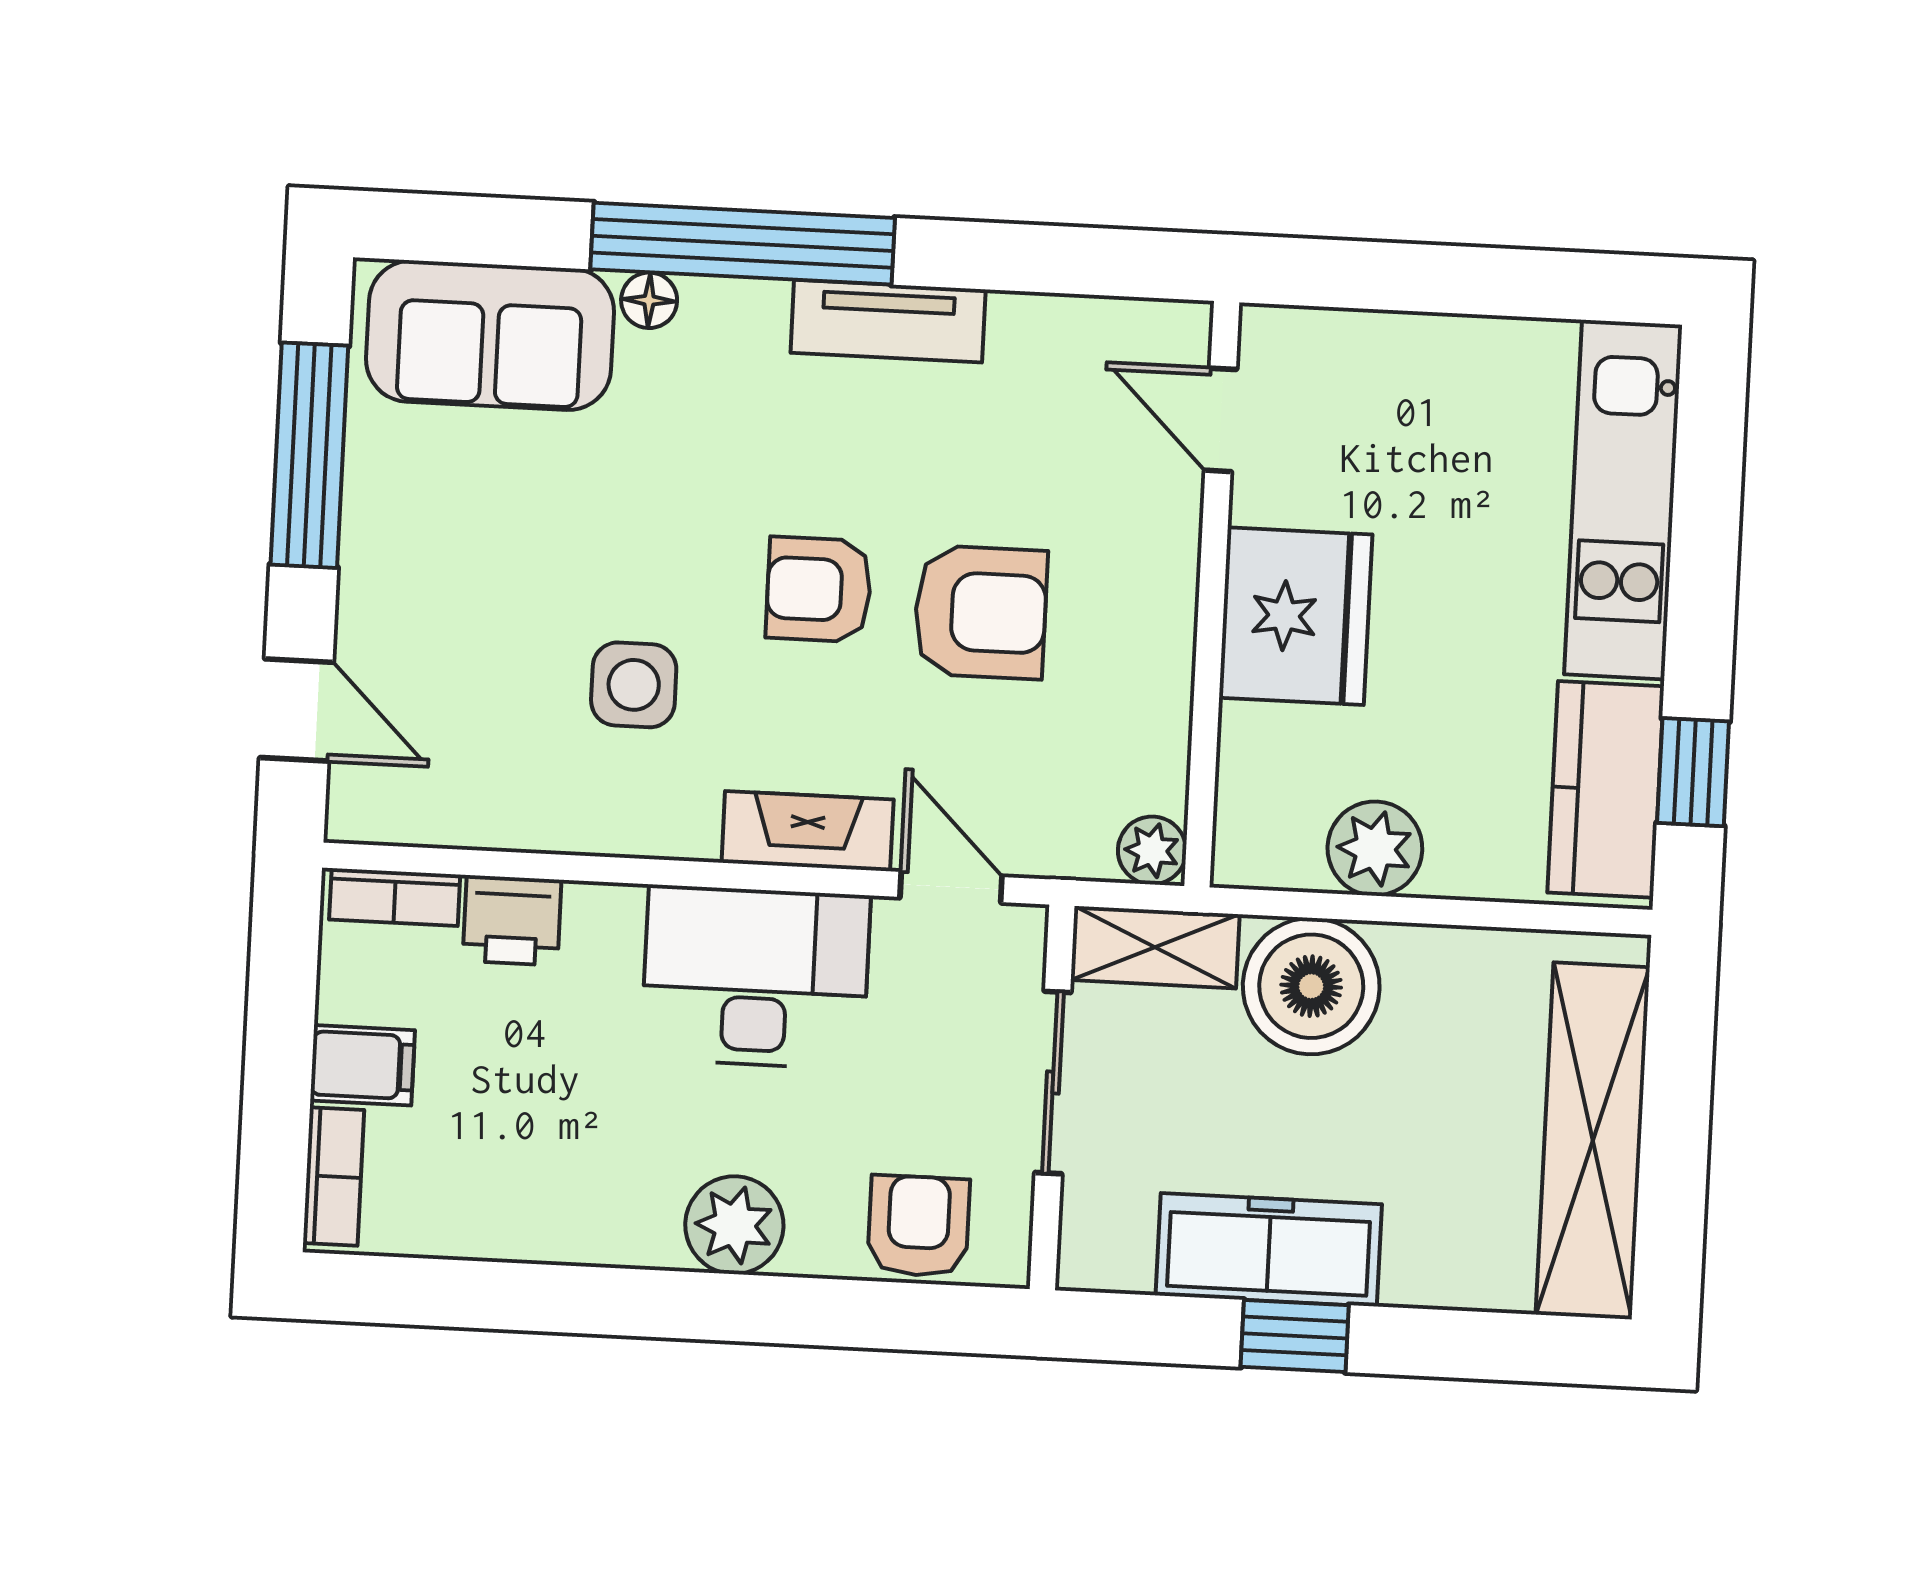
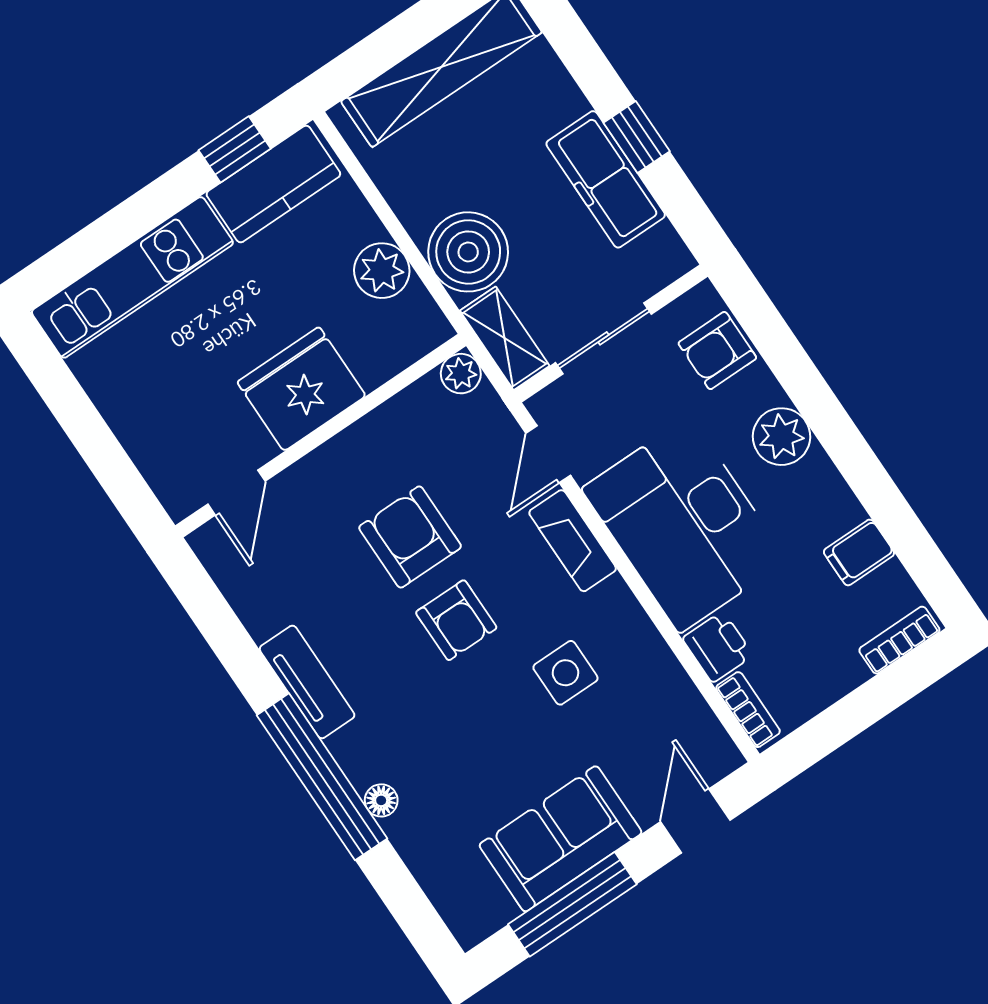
sofa: (490, 335) -> (561, 839), moved, turned -90
desk: (756, 977) -> (685, 525), width x1.36, depth x1.30
filing cabinet: (363, 1065) -> (859, 552), moved, turned -90

